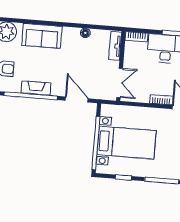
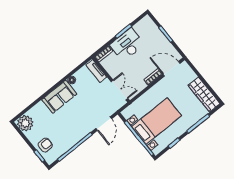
sofa: (42, 36) -> (59, 97), moved
fireplace: (36, 88) -> (74, 139), removed
door: (77, 100) -> (104, 124), swing flipped

